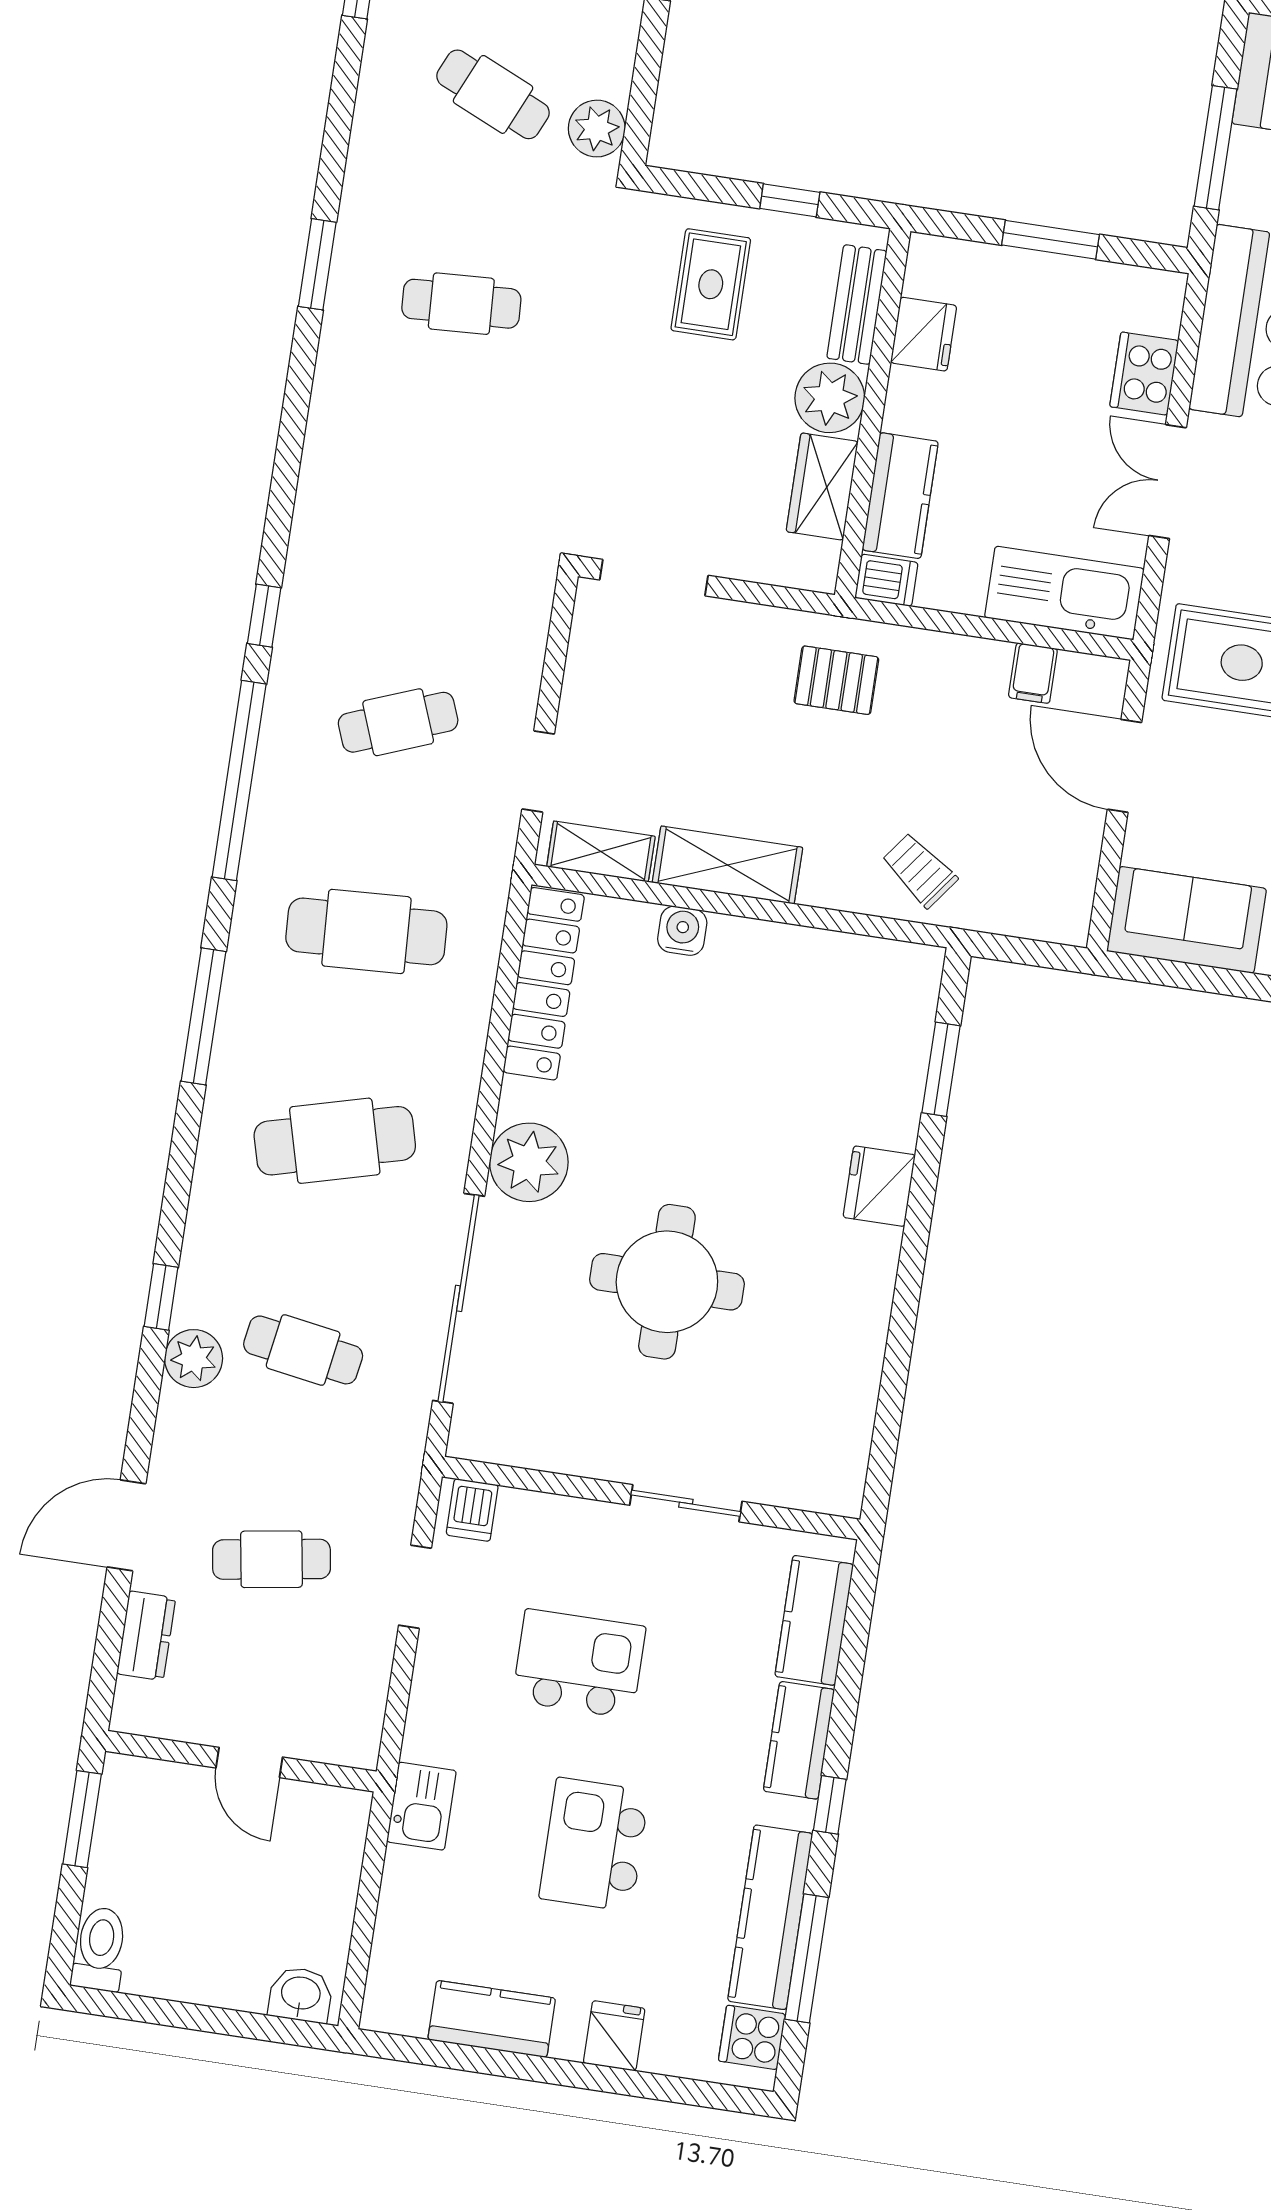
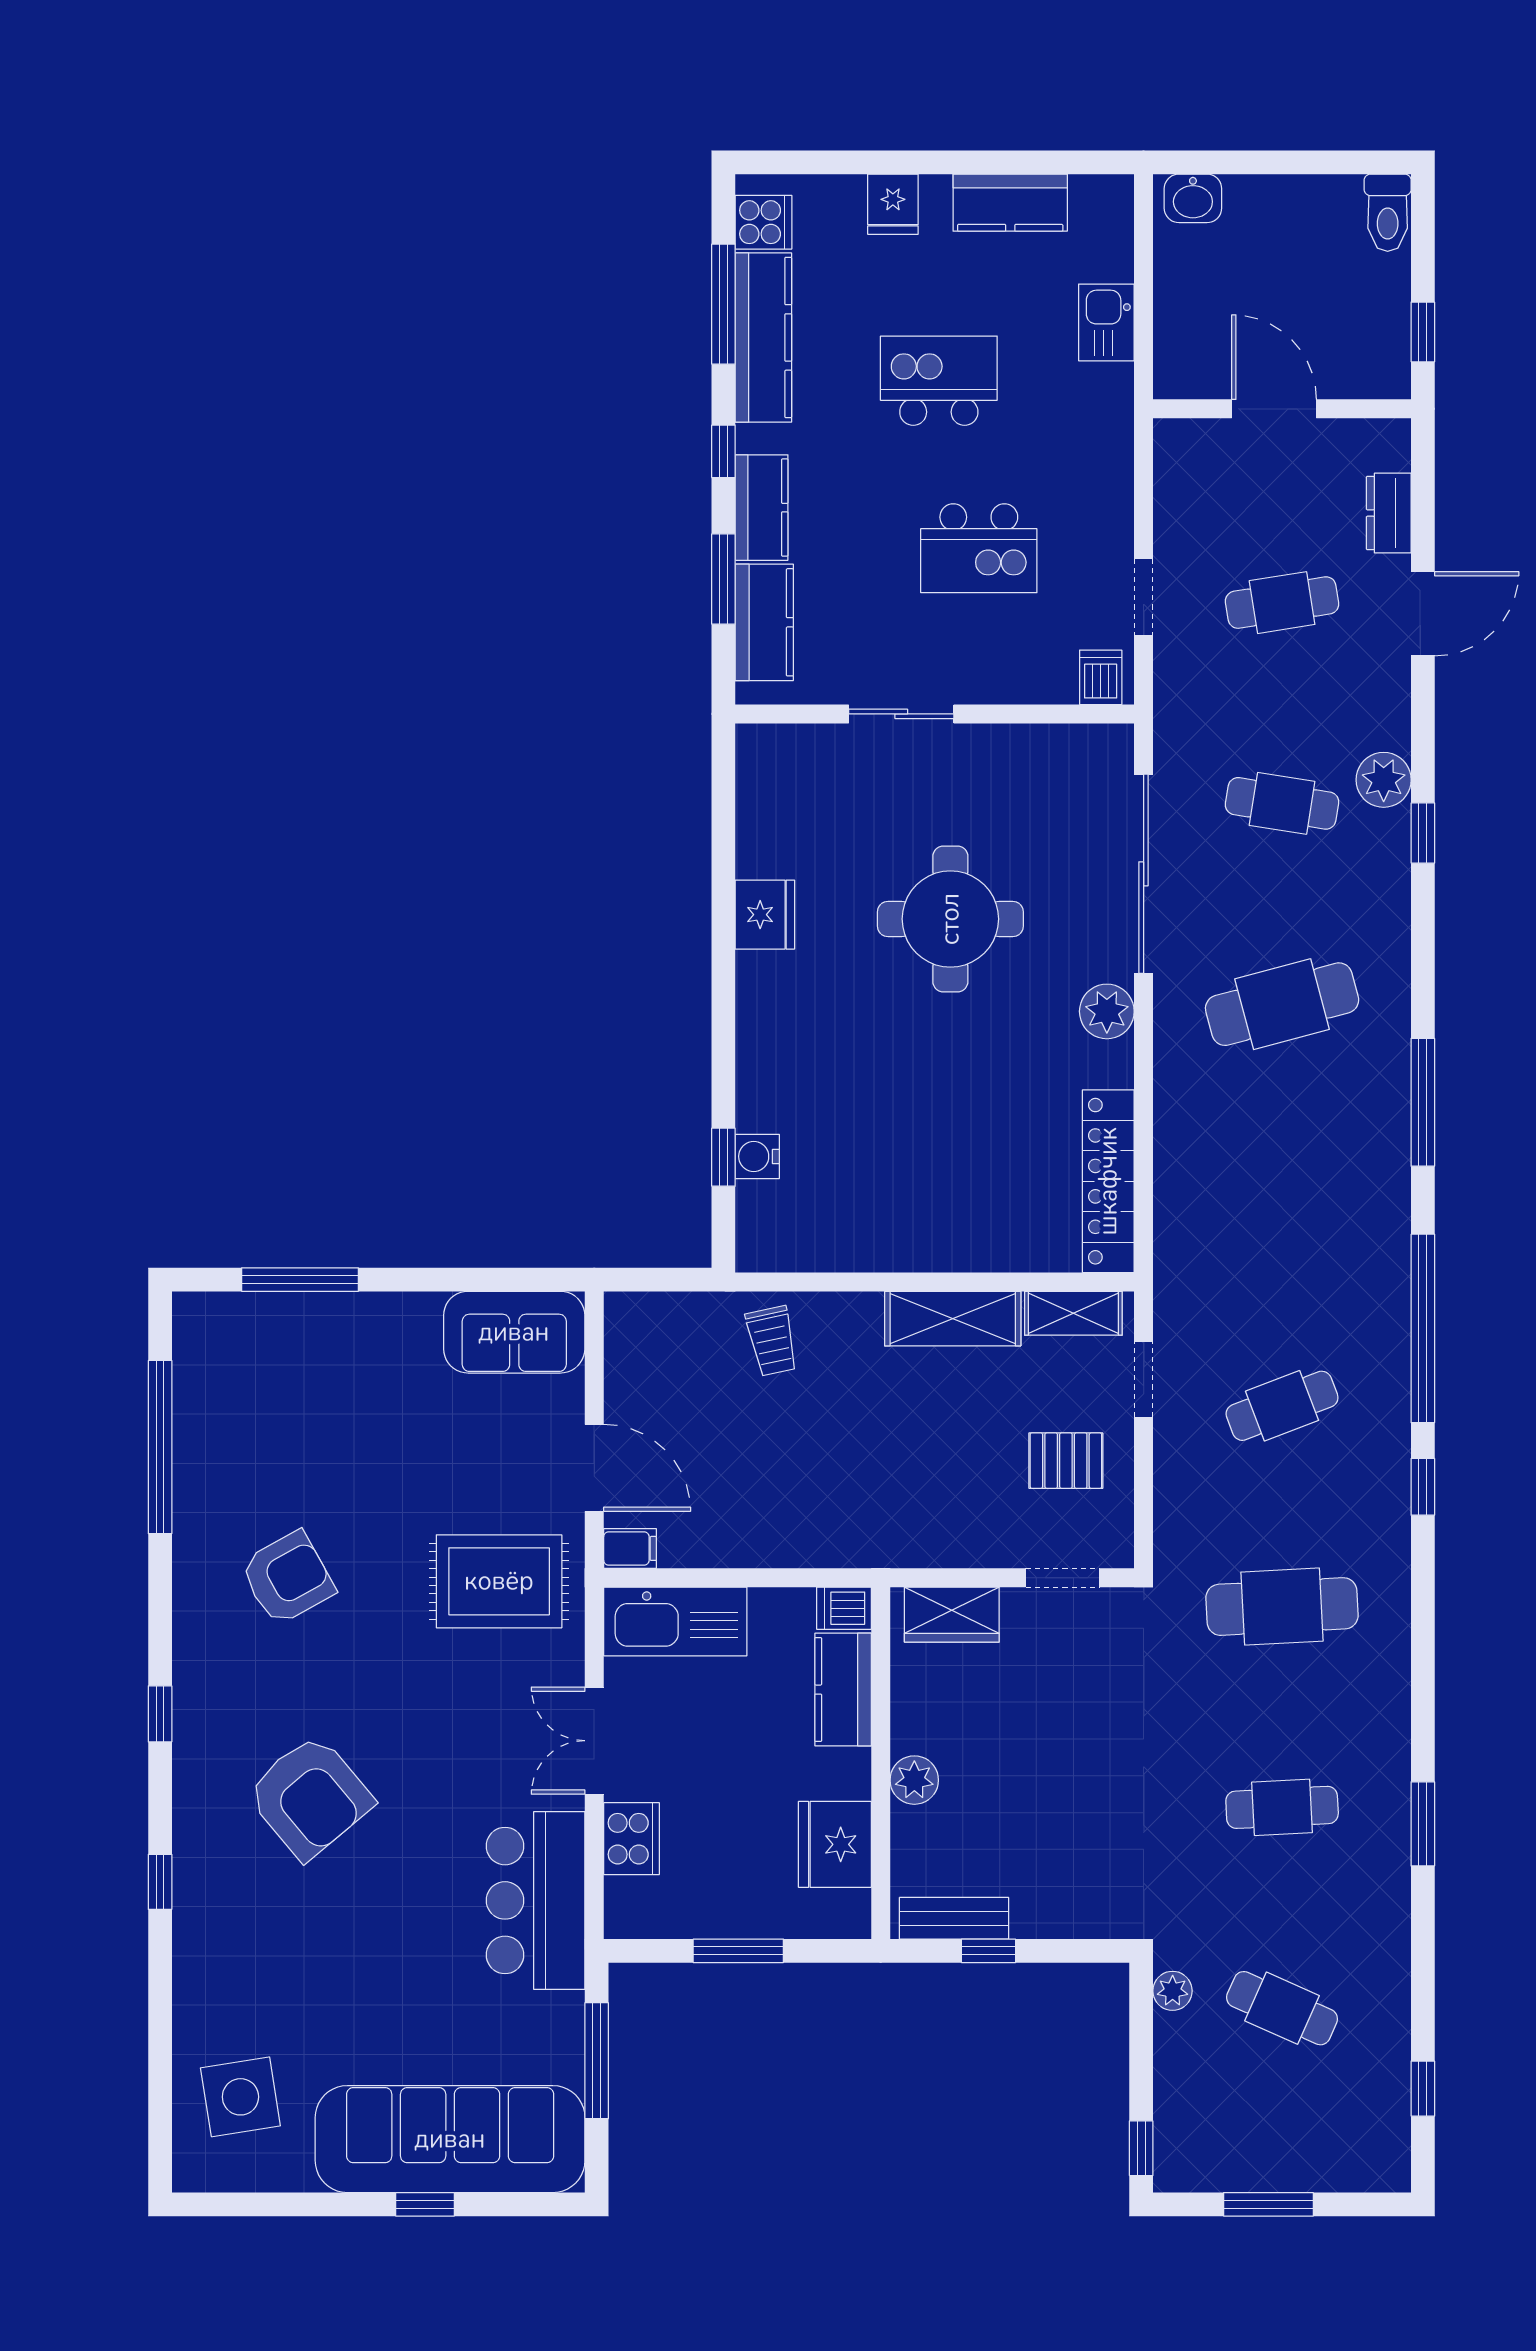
plant: (597, 129) -> (1173, 1991), width x0.73, depth x0.73
rug: (711, 284) -> (1051, 1861), removed
bench: (857, 305) -> (954, 1918), moved, turned 90
fridge: (924, 334) -> (835, 1844), width x1.36, depth x1.34
plant: (830, 398) -> (914, 1780), width x0.73, depth x0.73
double door: (1168, 482) -> (594, 1741), swing flipped
wardrobe: (822, 487) -> (952, 1615), moved, turned 90
doorway: (654, 578) -> (1063, 1578), width x0.73
filing cabinet: (1033, 673) -> (630, 1548), moved, turned 90
pallet: (836, 680) -> (1066, 1461), moved
trolley: (919, 870) -> (772, 1341), turned 41
cafe table: (366, 931) -> (1282, 1607), moved
water cooler: (682, 931) -> (757, 1156), moved, turned 90
window: (941, 1069) -> (723, 1157), width x0.67
plant: (529, 1162) -> (1107, 1011), width x0.73, depth x0.73
fridge: (879, 1186) -> (765, 915), moved
window: (850, 1672) -> (723, 579), added
door: (249, 1762) -> (1274, 409), width x1.38
kitchen sink: (421, 1806) -> (1106, 322), moved
window: (82, 1819) -> (1423, 332), width x0.67
kitchen island: (594, 1845) -> (939, 381), turned -90

